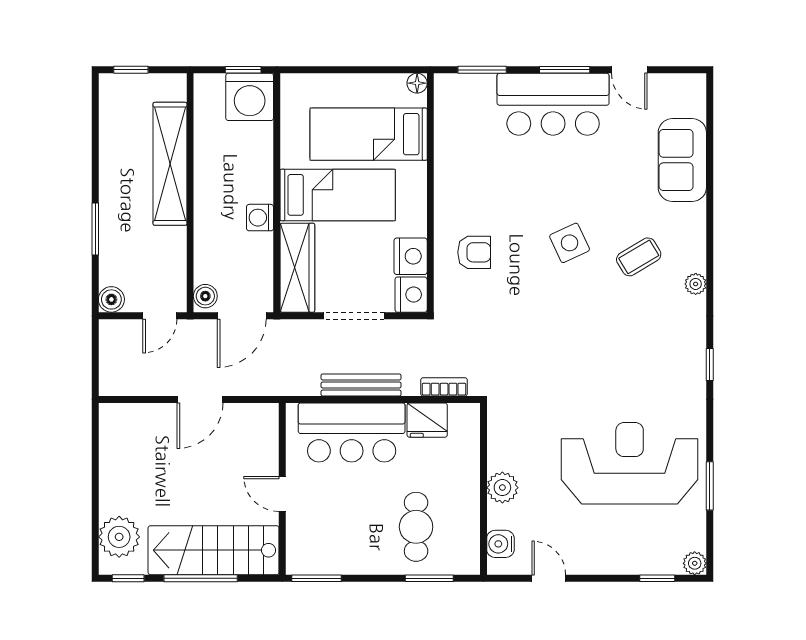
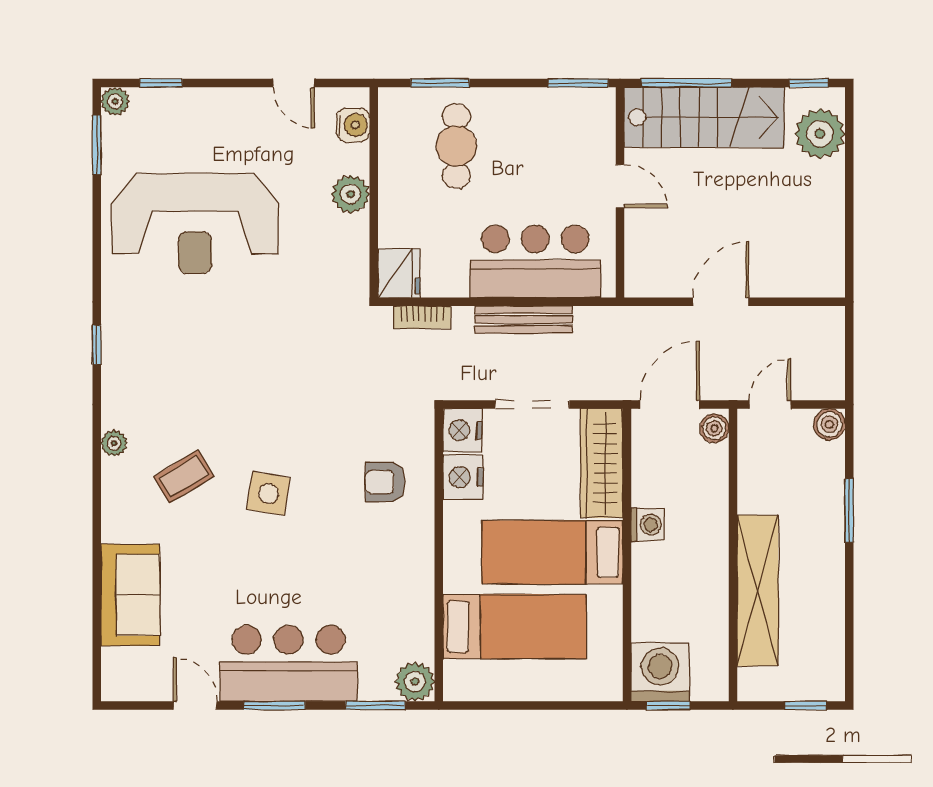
floor lamp: (417, 83) -> (455, 689), removed
plant: (450, 89) -> (415, 682), added
side table: (570, 243) -> (268, 494), turned 34
fridge: (427, 420) -> (399, 273), moved, turned 90
window: (710, 486) -> (97, 145), moved
window: (201, 578) -> (686, 83), moved

